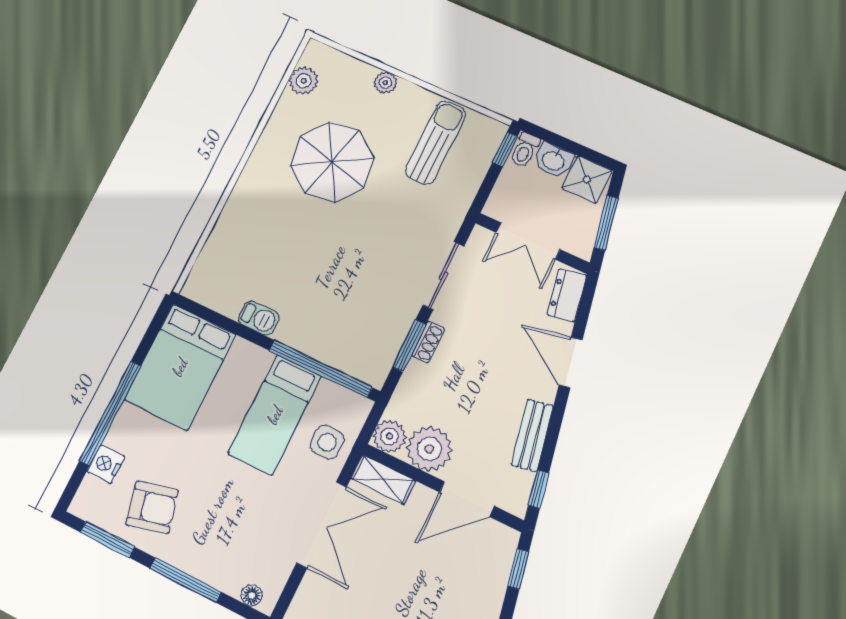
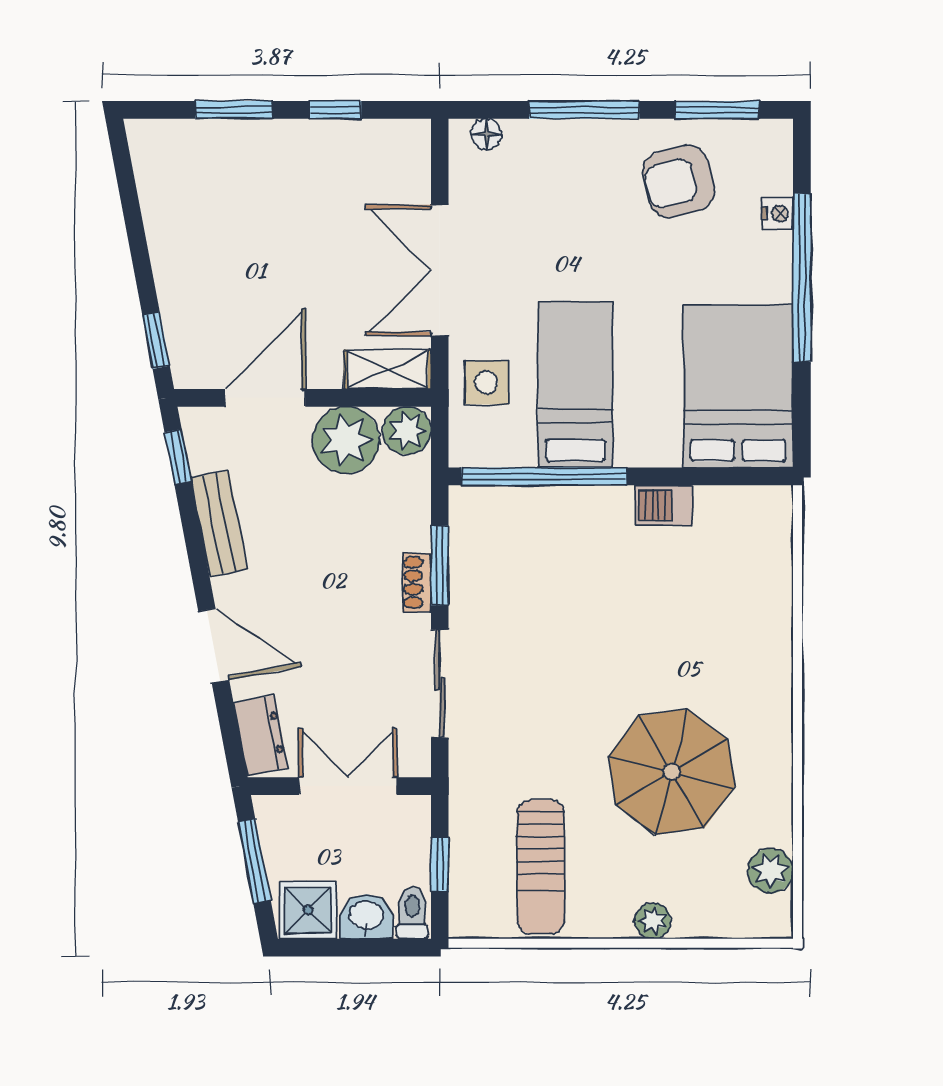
window: (505, 149) -> (440, 864), moved
nightstand: (106, 464) -> (778, 214), width x0.72, depth x0.74

